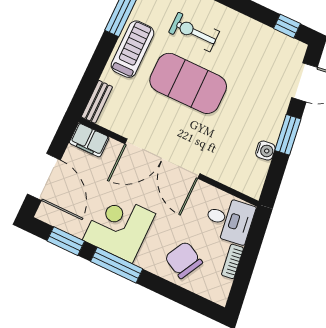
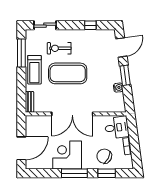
window: (287, 26) -> (90, 25), moved
treadmill: (132, 49) -> (34, 70), turned 180
filing cabinet: (89, 140) -> (34, 121), removed
door: (44, 177) -> (21, 148), hinge flipped
window: (66, 241) -> (107, 173), moved

